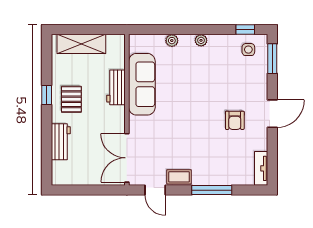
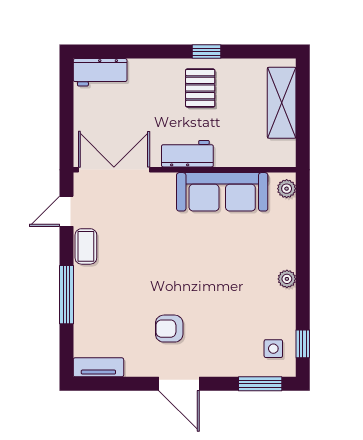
plant: (172, 41) -> (287, 189), moved
workbench: (116, 87) -> (187, 154), moved
pallet: (71, 99) -> (200, 88), turned 90
workbench: (61, 142) -> (100, 72), moved

